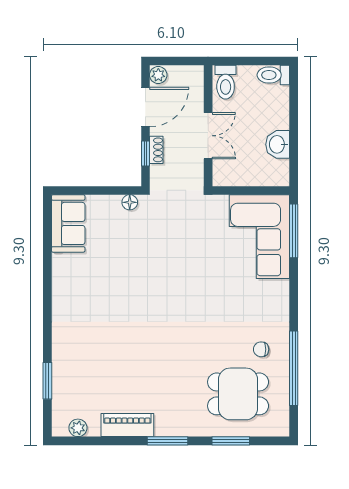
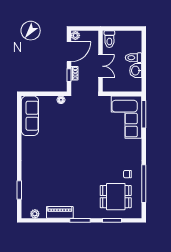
toilet: (273, 75) -> (134, 58), moved
sofa: (68, 223) -> (30, 116), width x1.36

